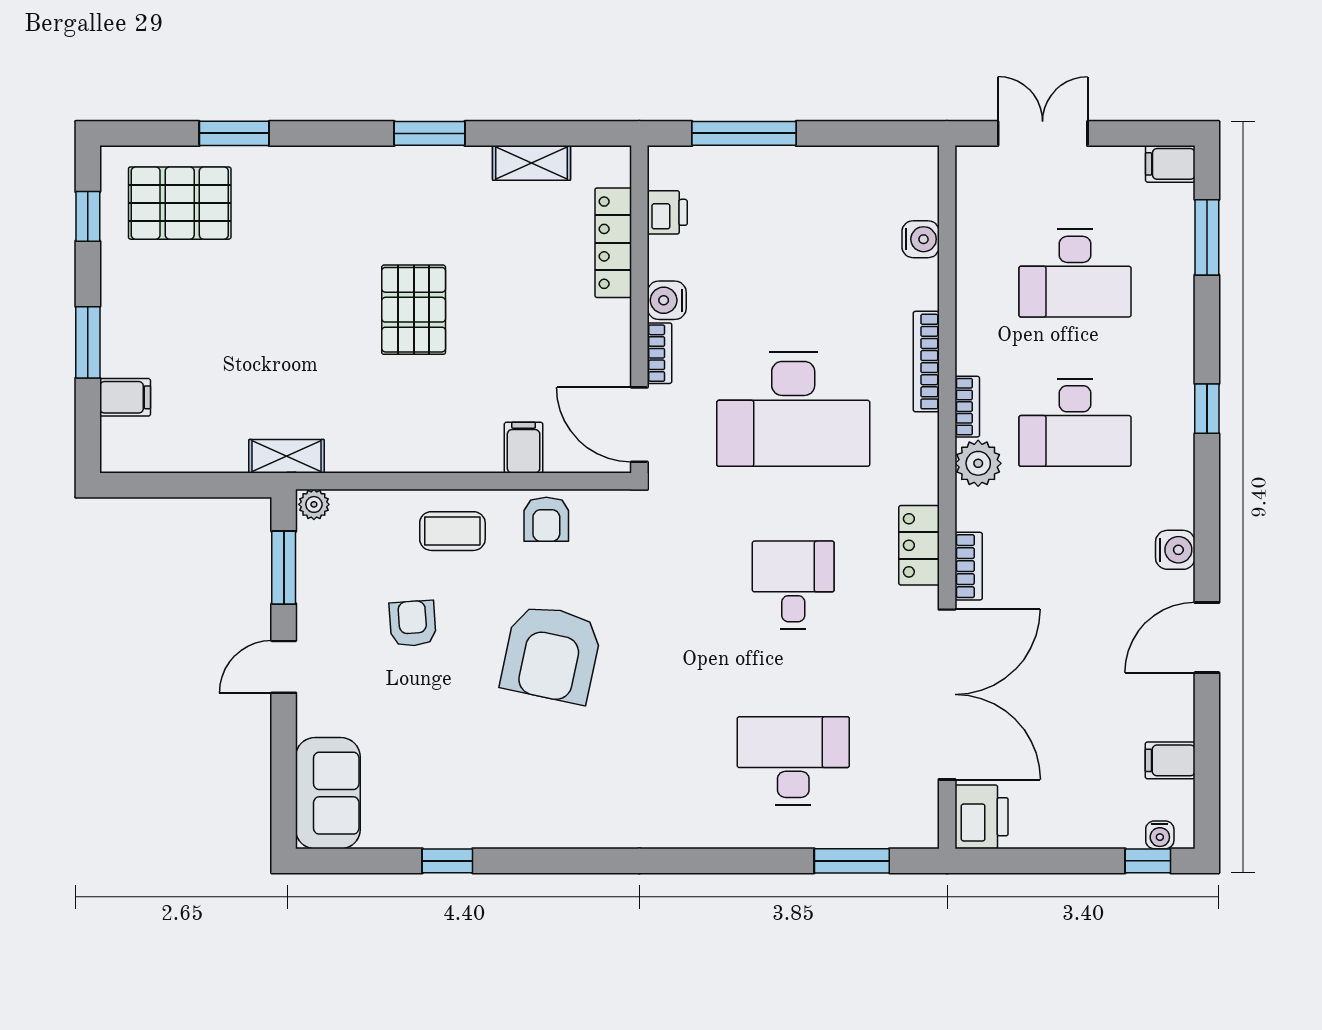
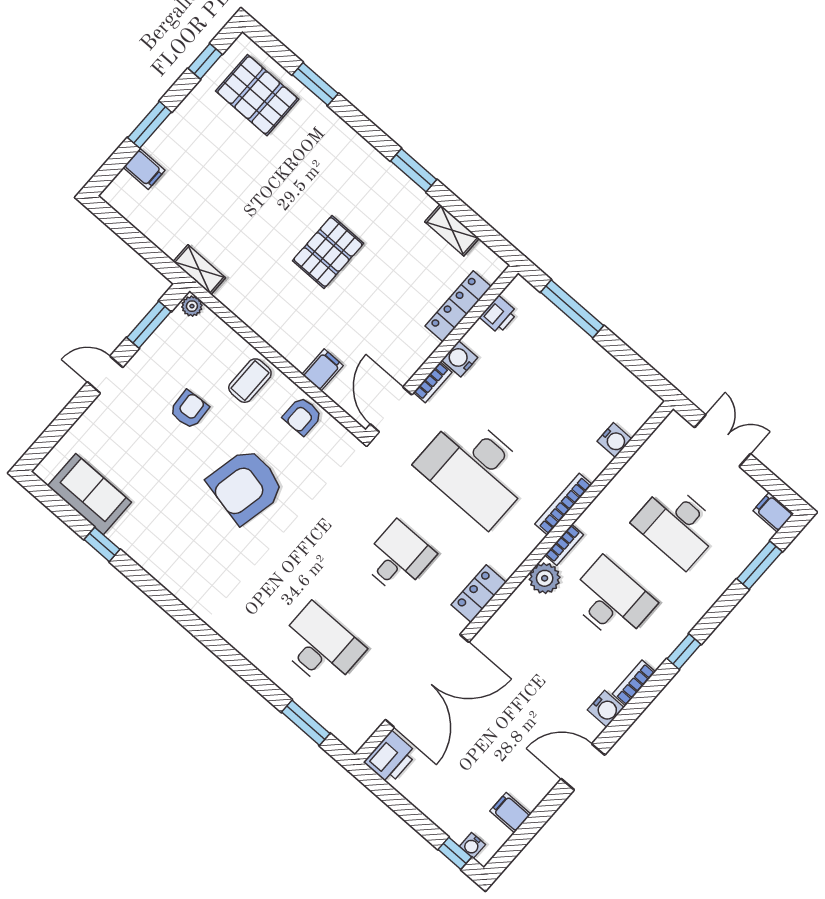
desk: (1075, 422) -> (611, 600), turned 180
coffee table: (452, 531) -> (250, 381), turned 90
bookcase: (969, 566) -> (634, 683), moved, turned 180
sofa: (328, 793) -> (89, 494), moved, turned -90

